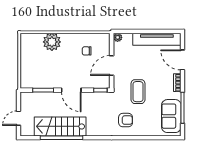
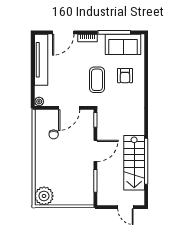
plant: (52, 42) -> (44, 196), moved
door: (112, 66) -> (69, 108), hinge flipped
coffee table: (138, 92) -> (97, 80), turned 90
armchair: (126, 120) -> (125, 76), moved, turned 180

